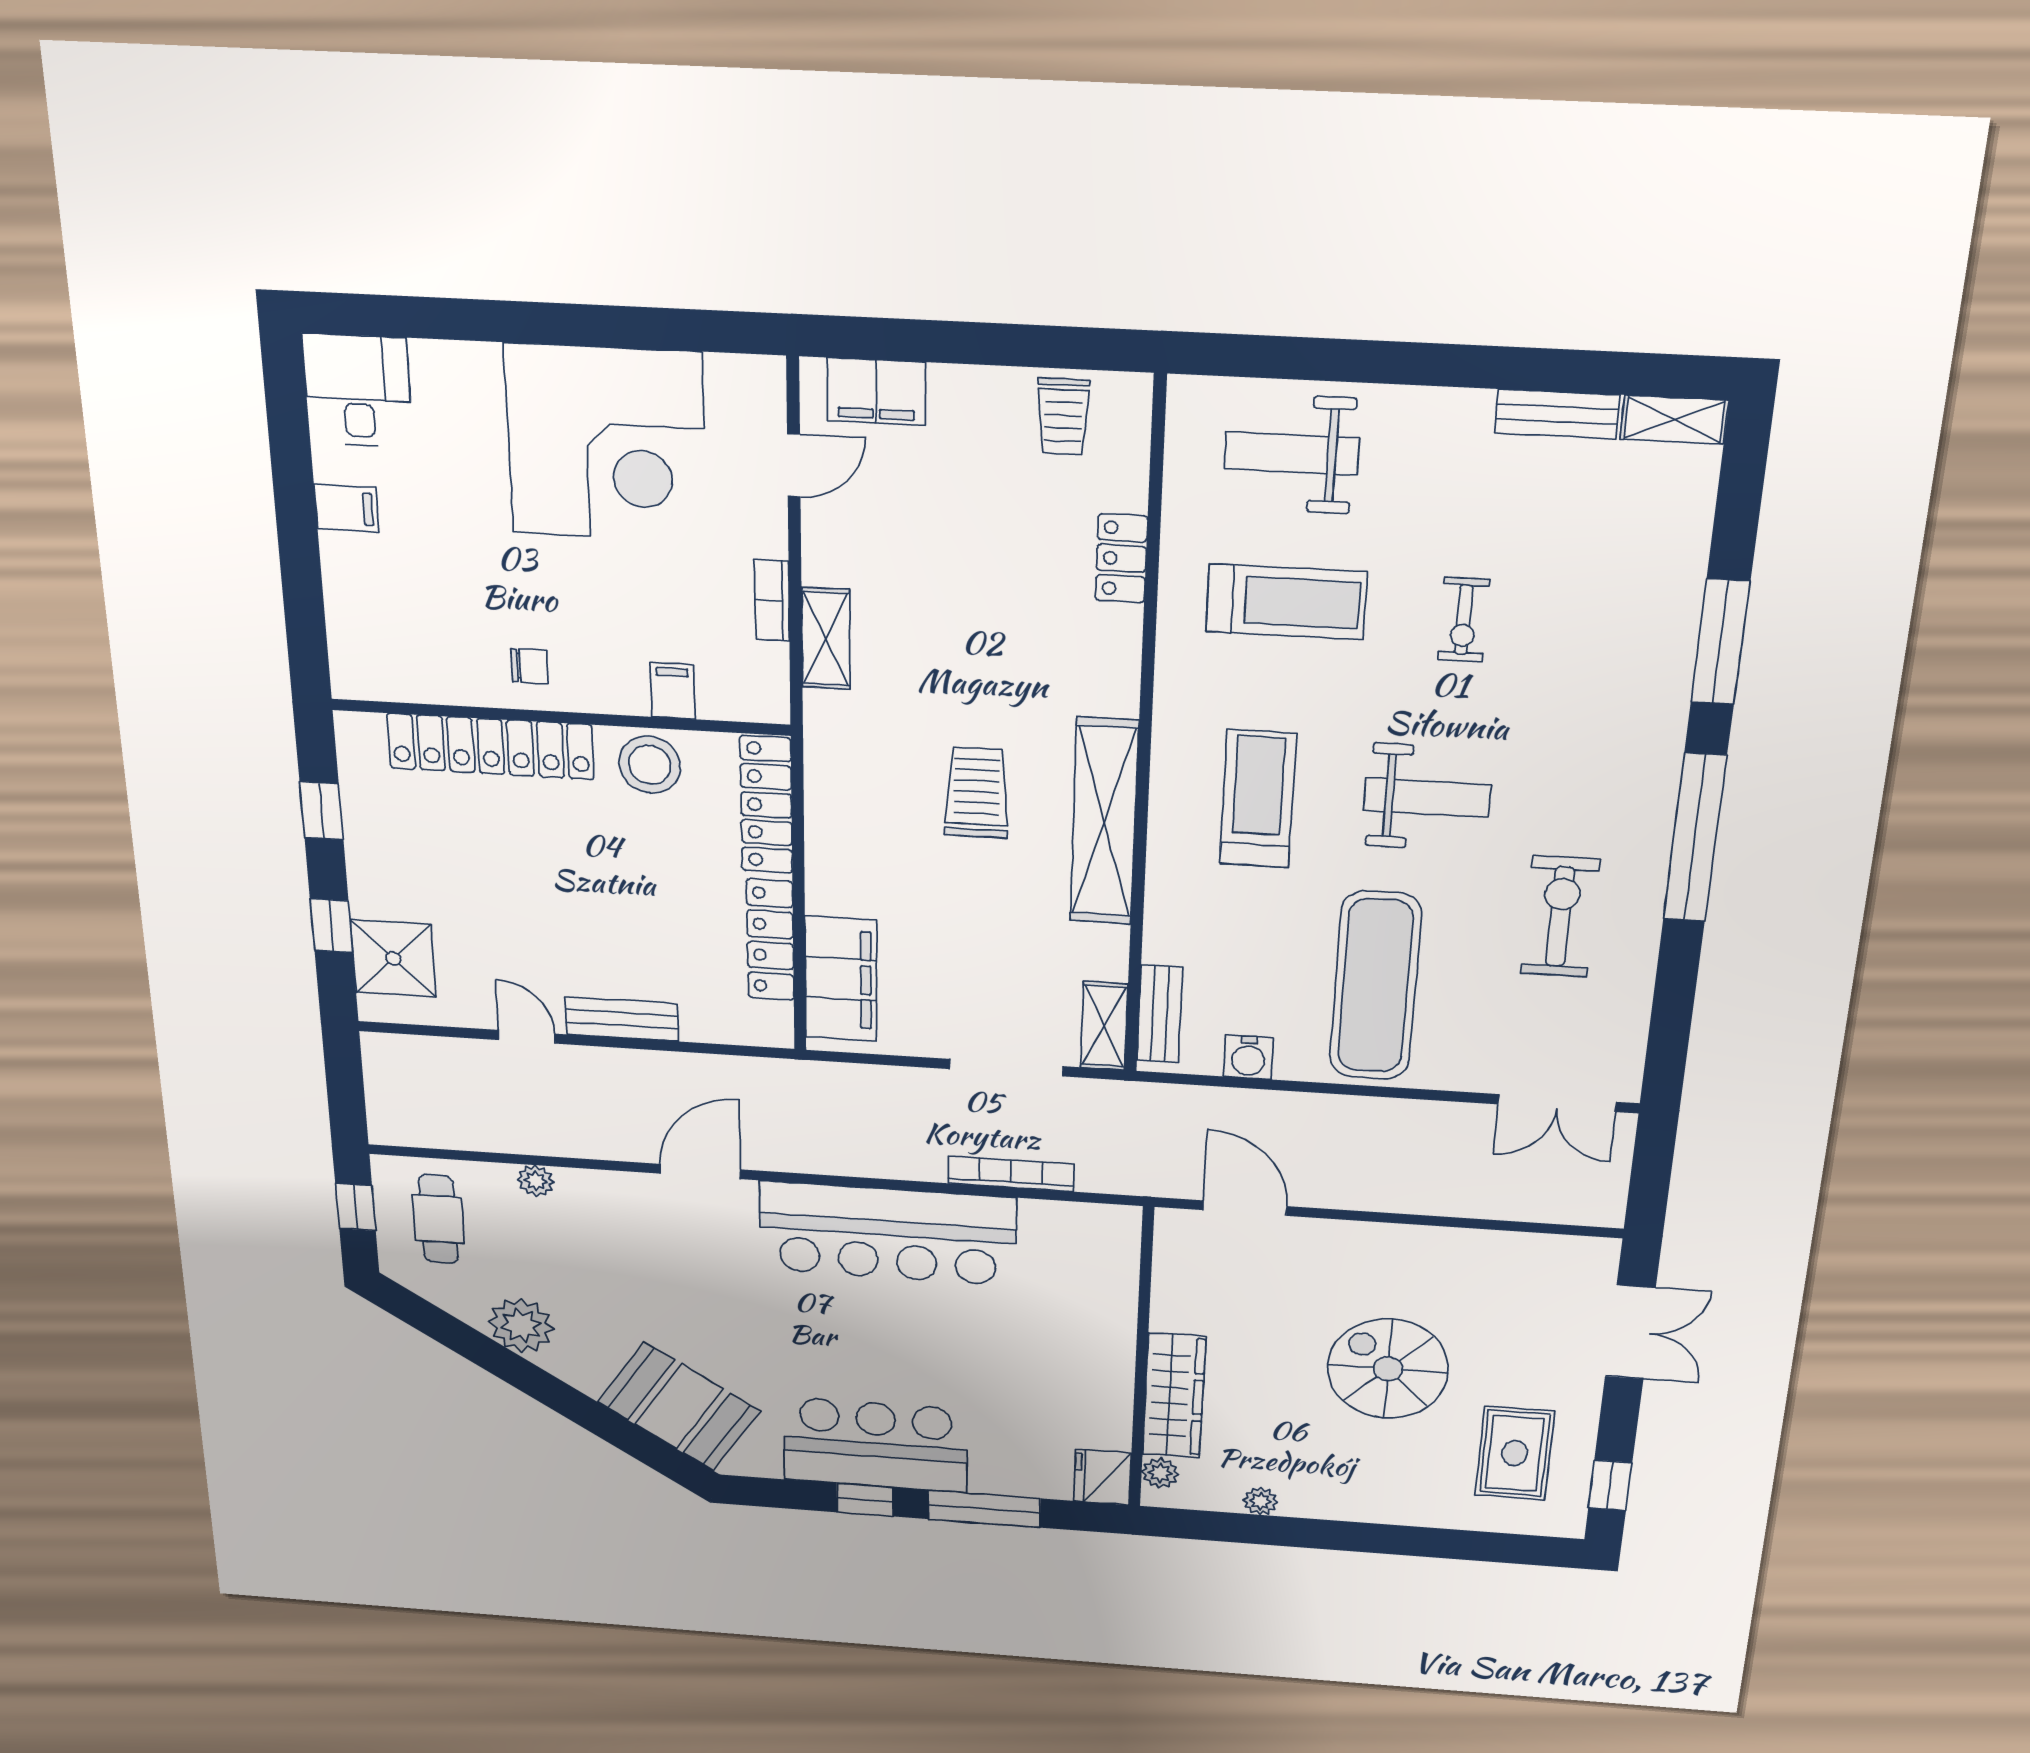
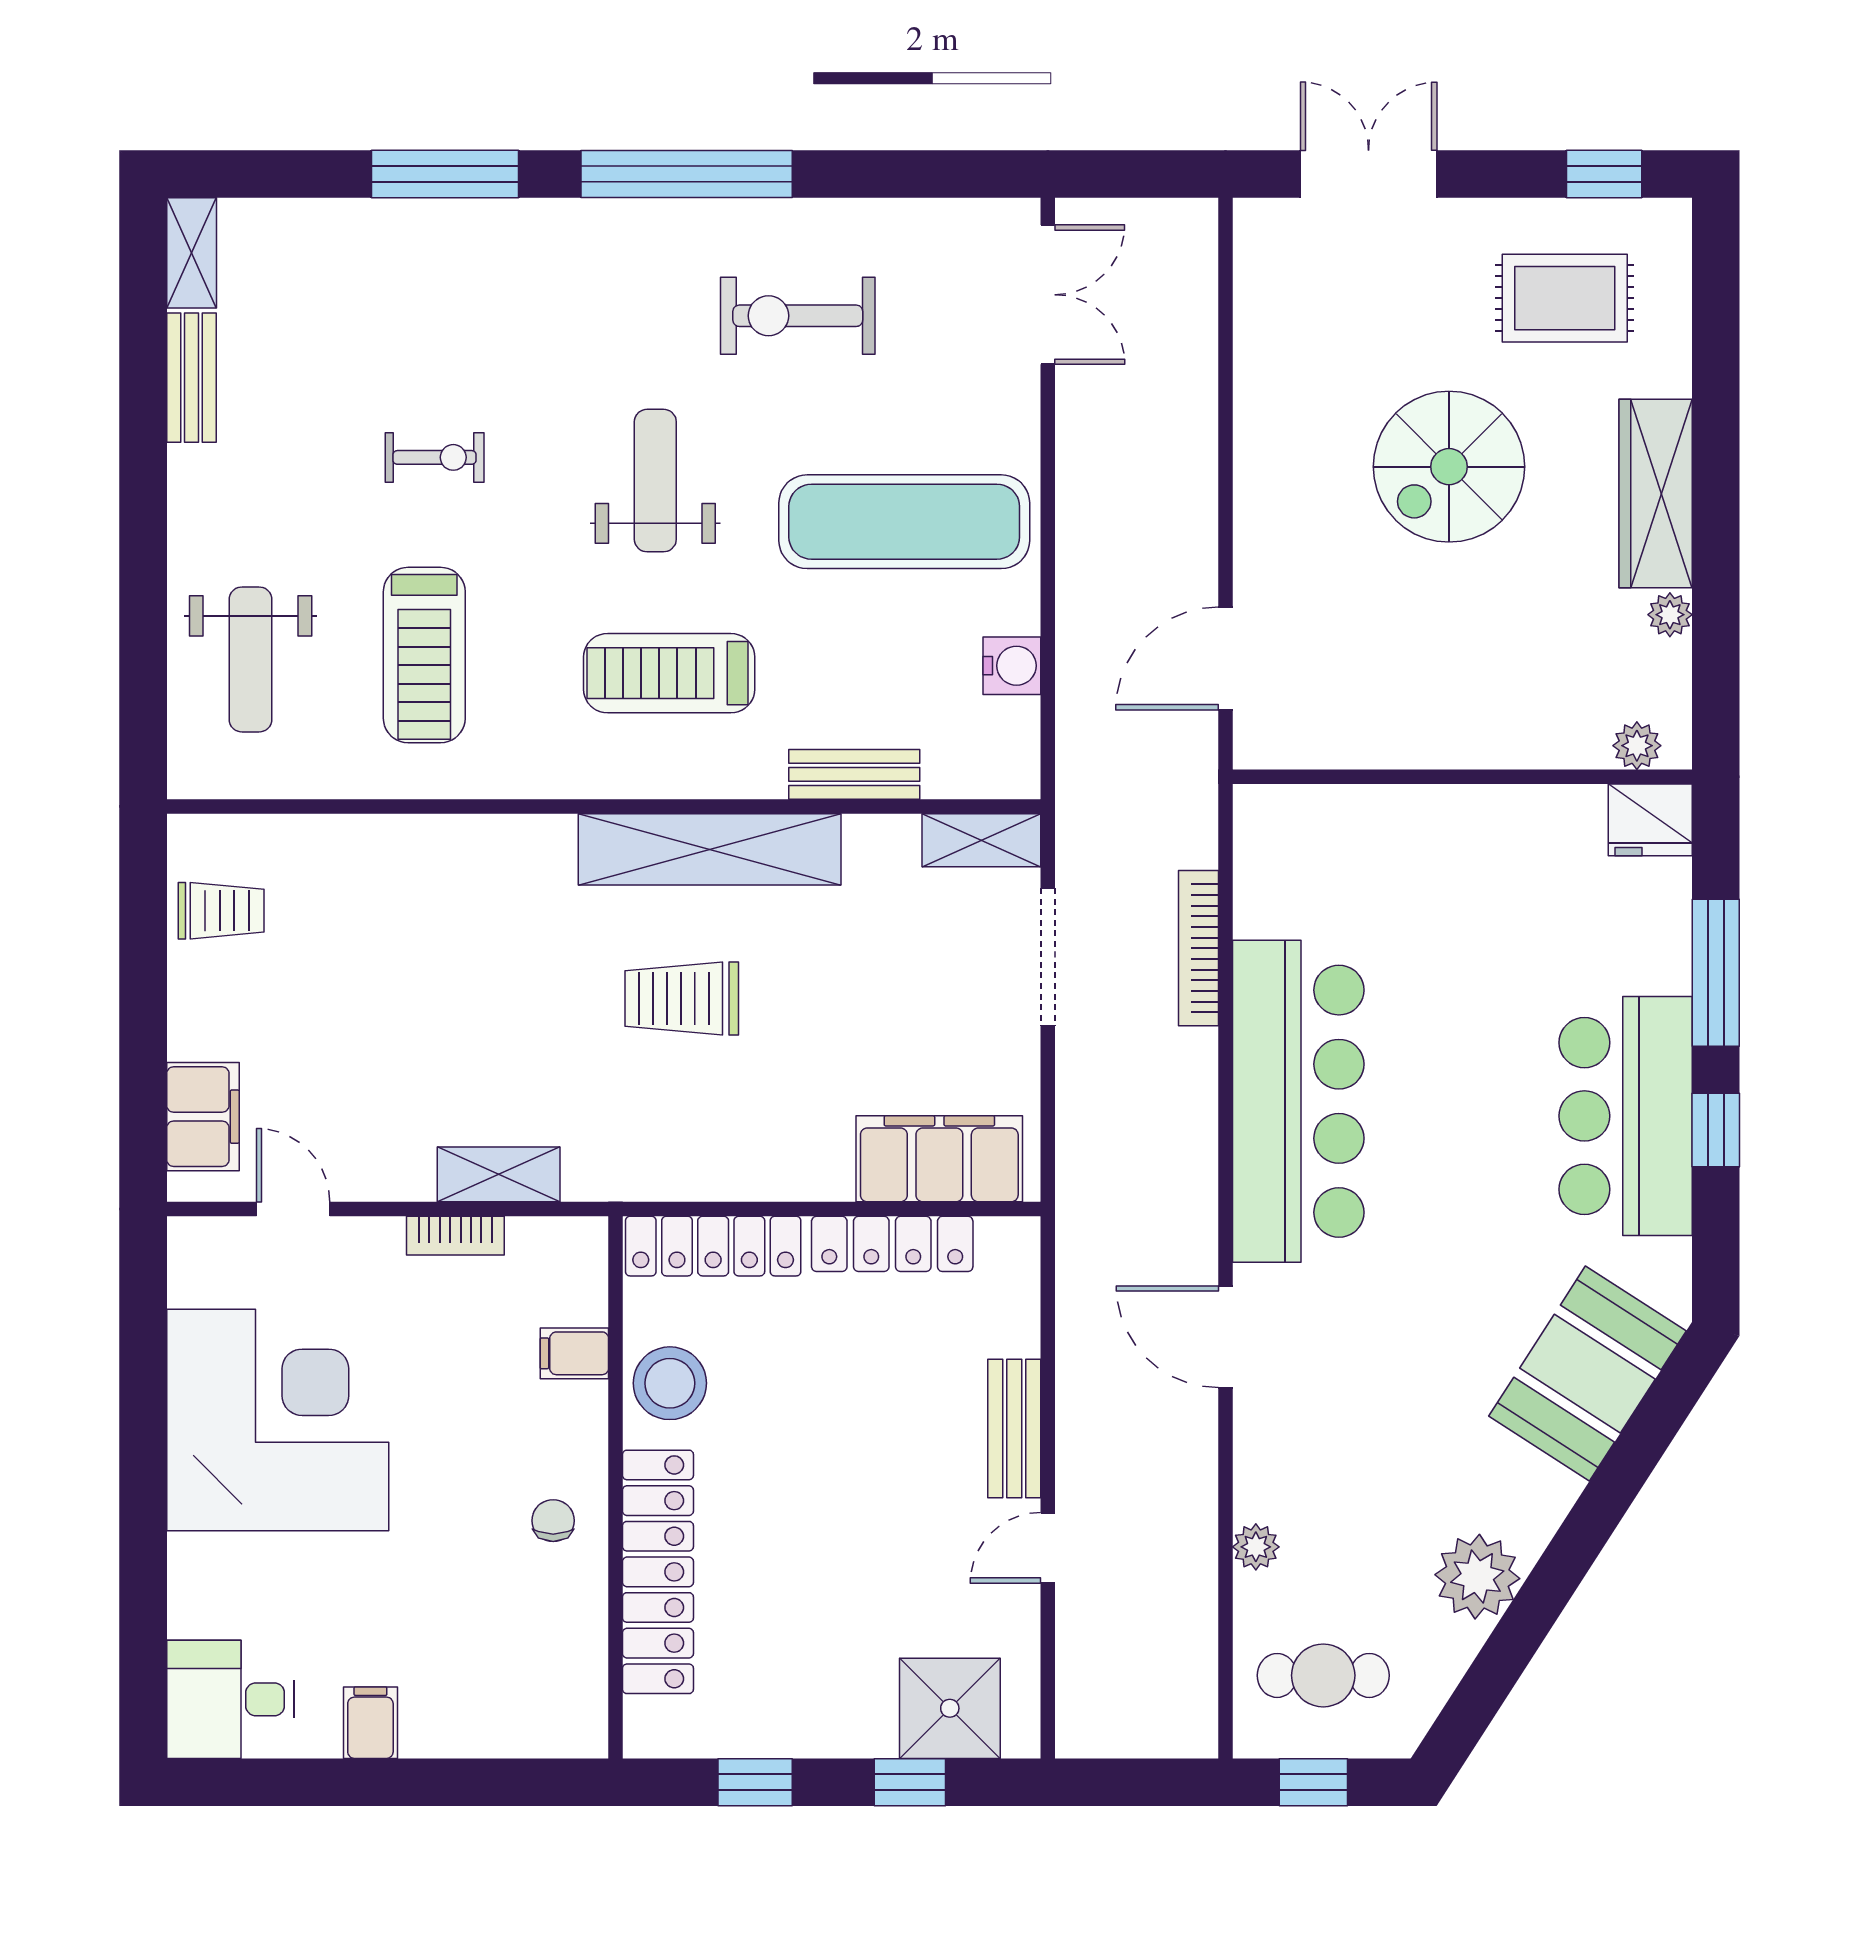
locker: (1121, 558) -> (383, 841), removed
treadmill: (1286, 602) -> (424, 655), turned 180
bench: (1160, 1014) -> (854, 774), moved
wardrobe: (1174, 1396) -> (1656, 493), moved, turned -90

